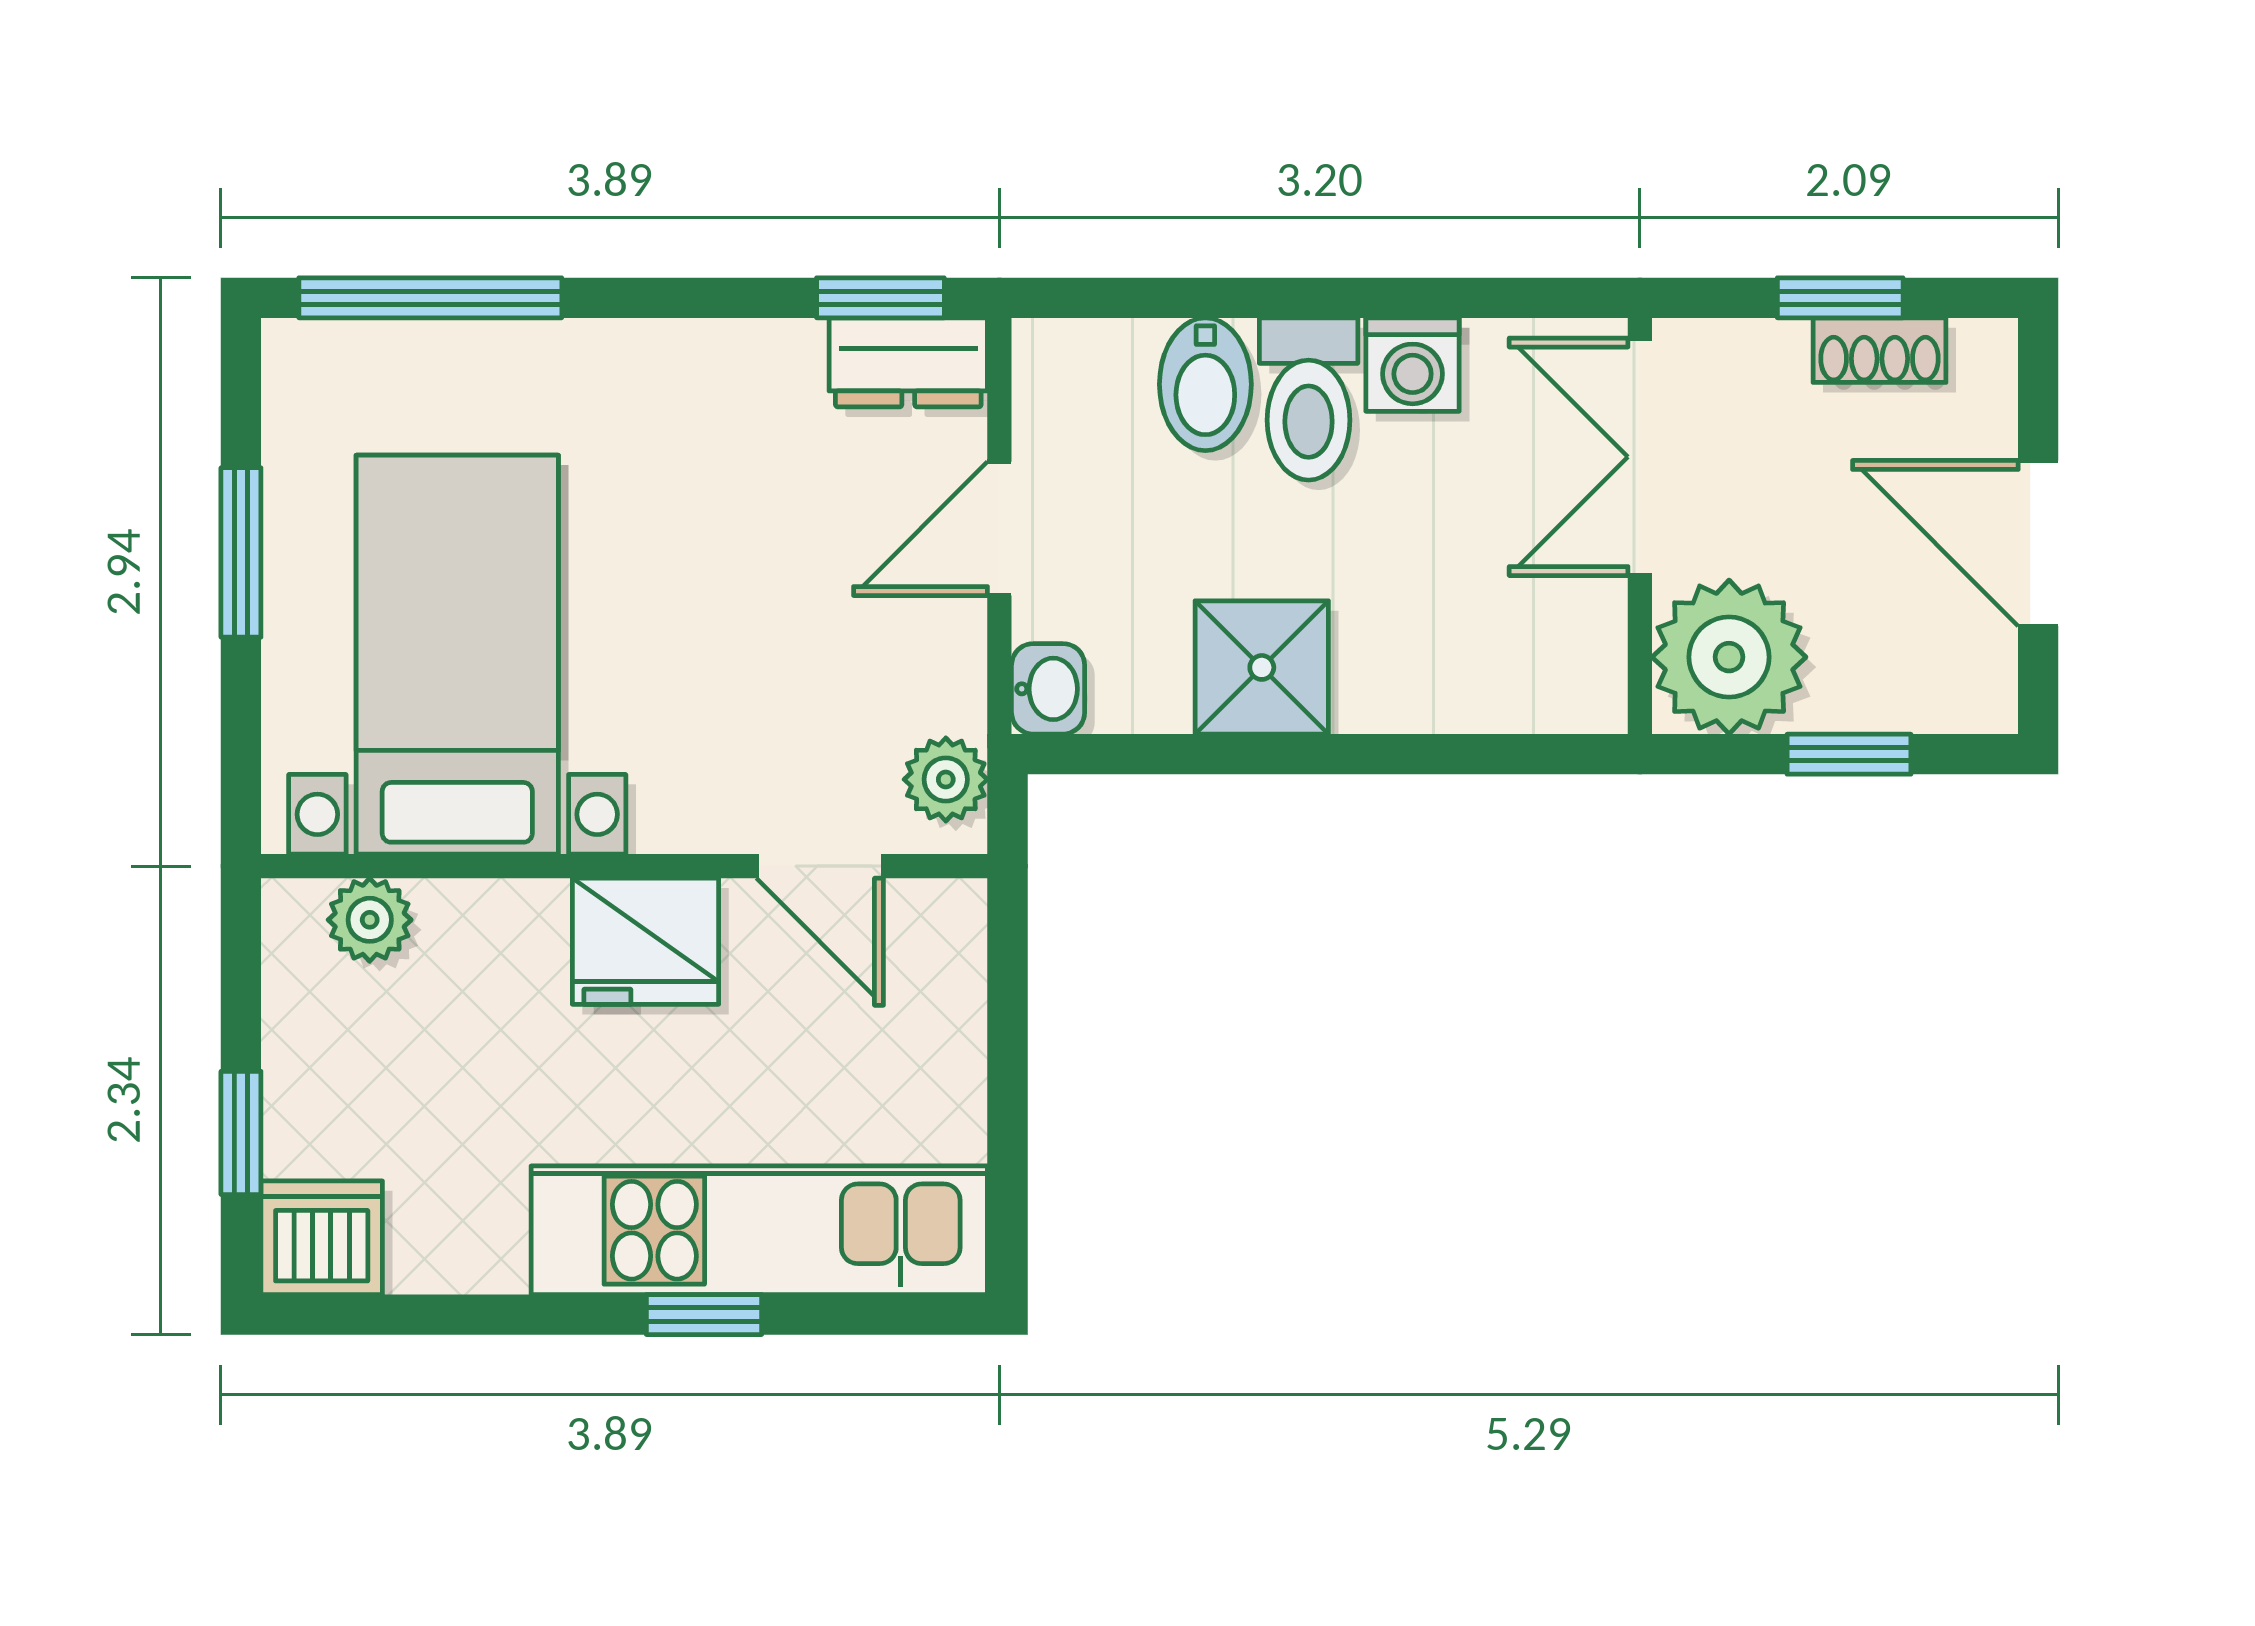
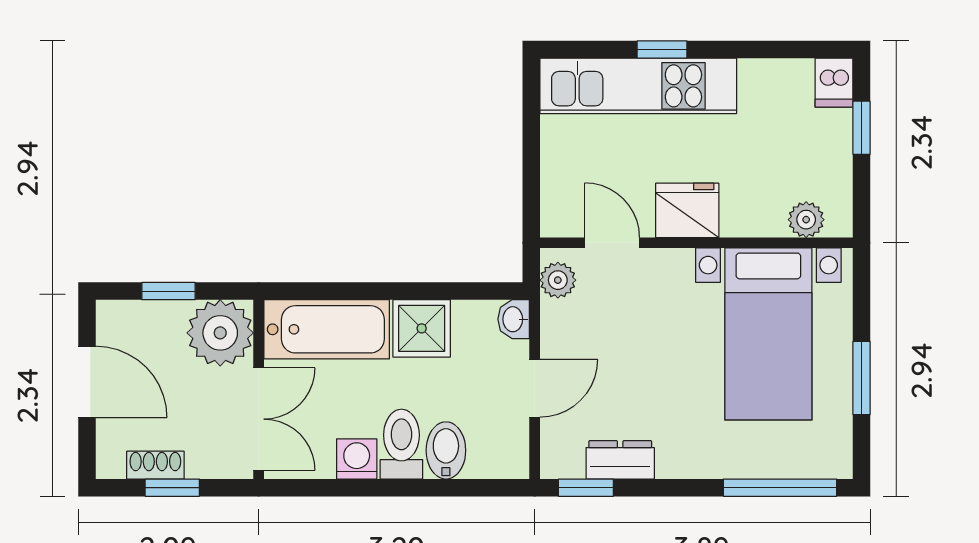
dresser: (908, 362) -> (620, 460), moved
bathtub: (1482, 665) -> (327, 329), added
dishwasher: (322, 1238) -> (834, 83), width x0.73

